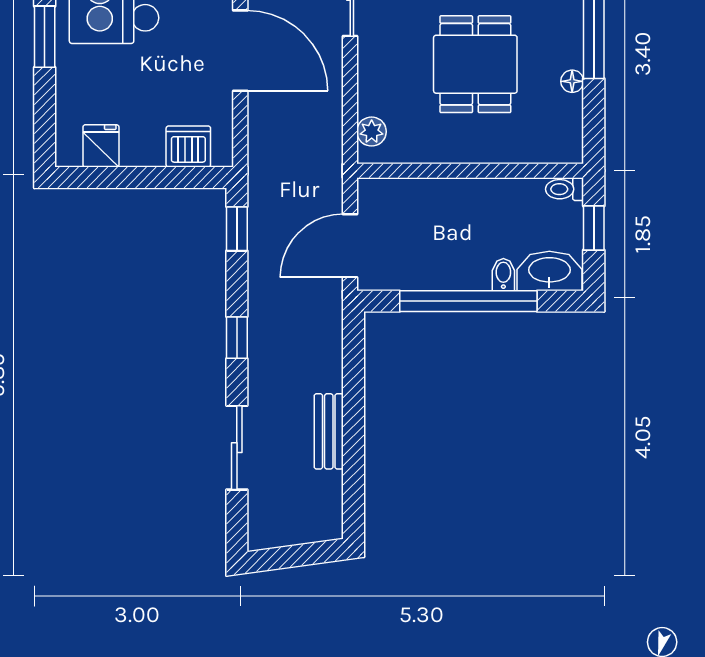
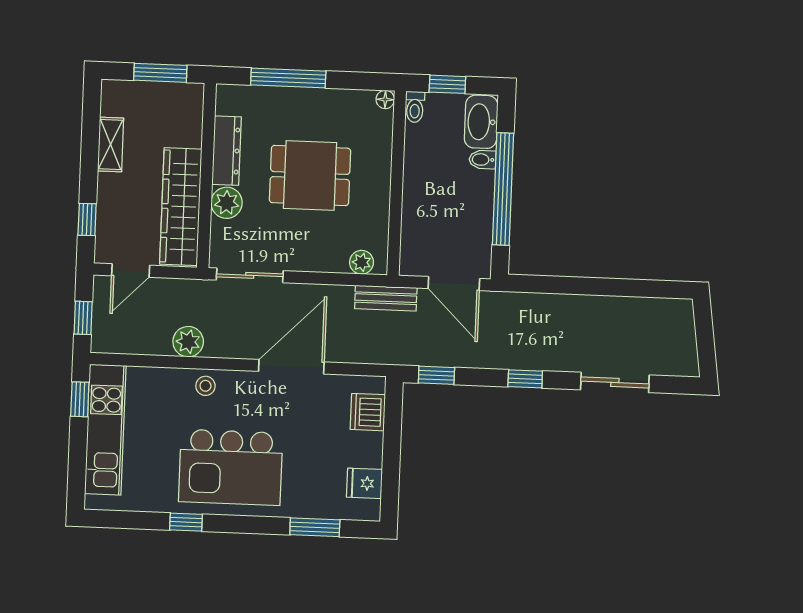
window: (45, 37) -> (315, 527), moved
floor lamp: (572, 81) -> (385, 99), moved
bench: (329, 431) -> (386, 298), moved

